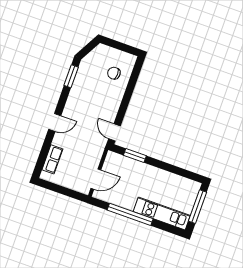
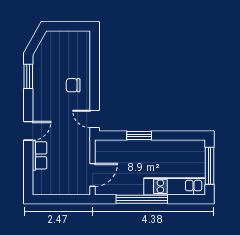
chair: (114, 73) -> (73, 85), moved
window: (135, 155) -> (139, 136), moved
row of seats: (52, 159) -> (40, 155), moved

